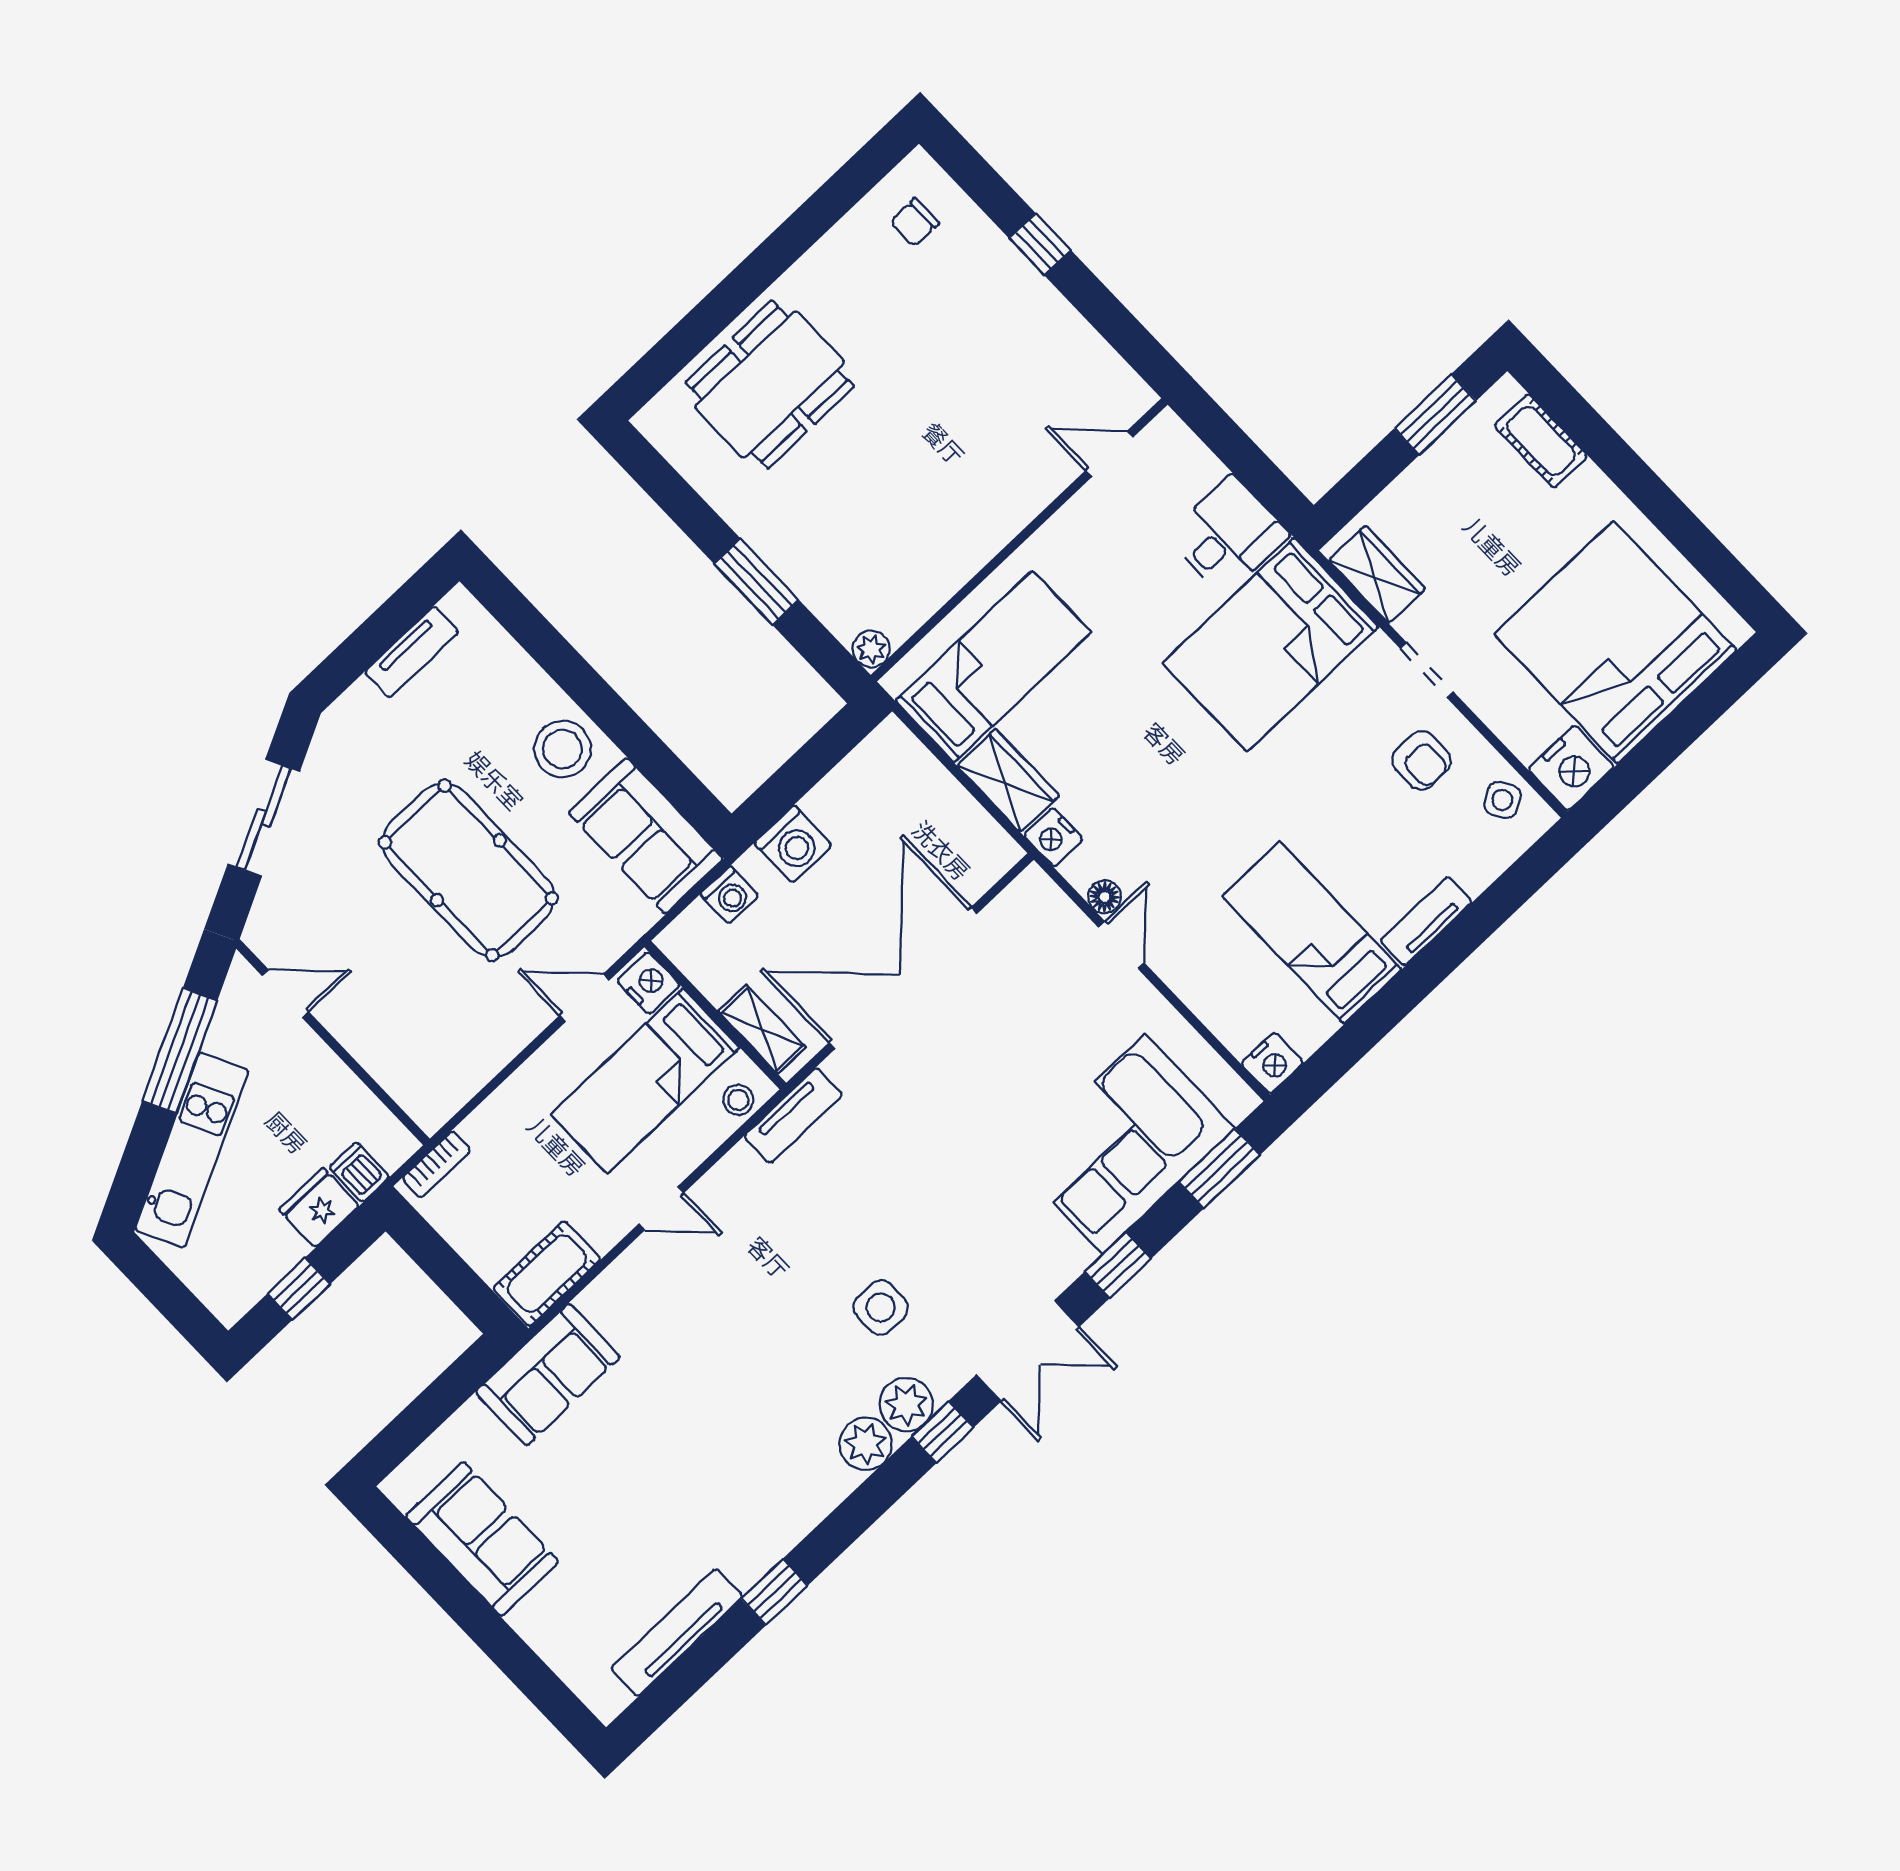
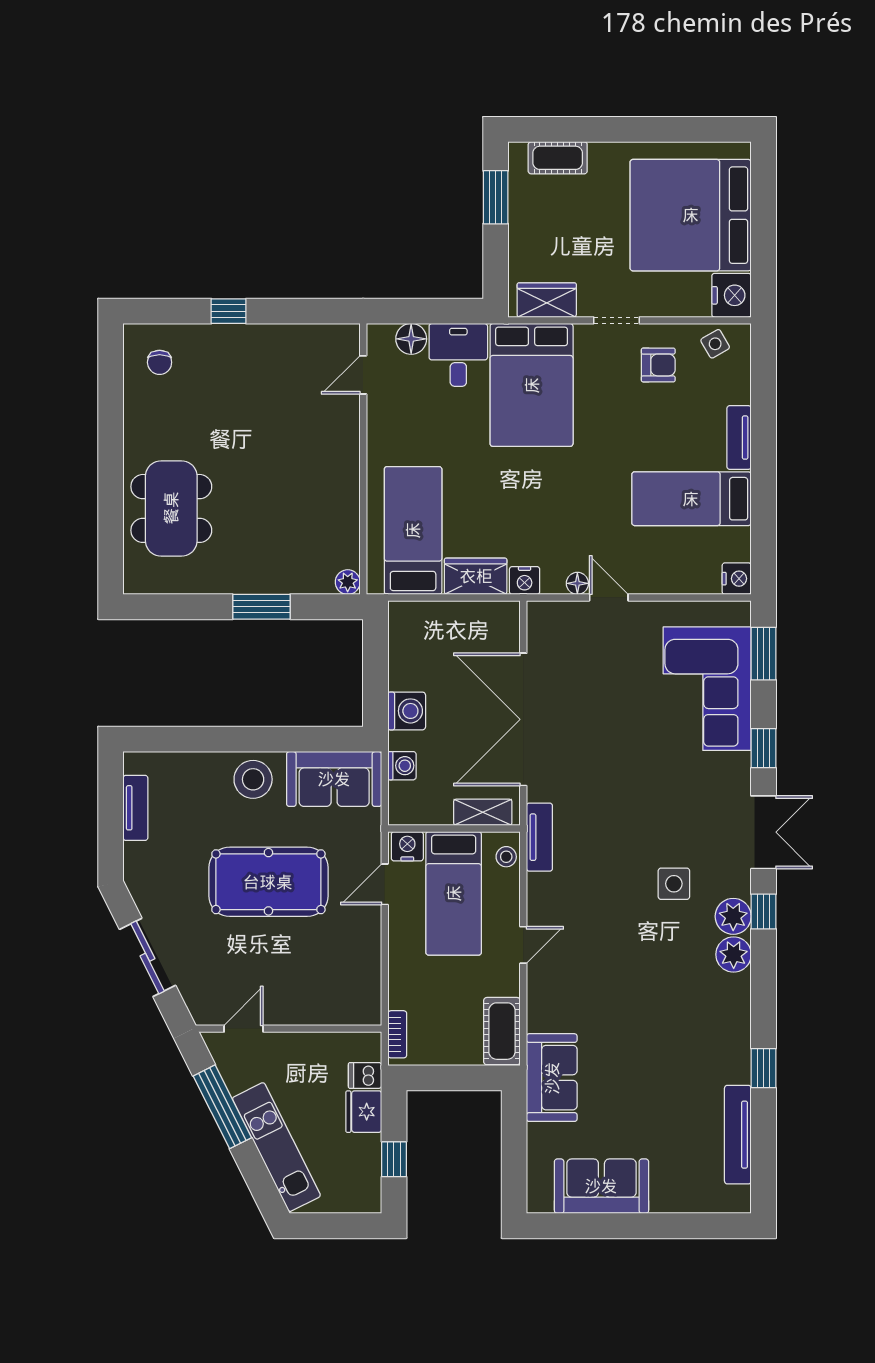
floor lamp: (1197, 469) -> (411, 339), added

